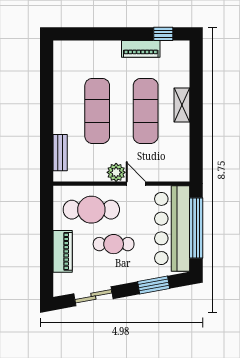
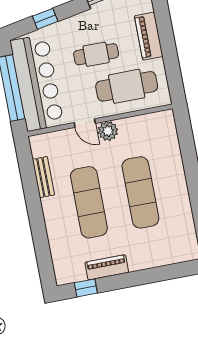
shelving: (182, 105) -> (52, 216), removed
bench: (60, 153) -> (43, 177), moved
window: (154, 285) -> (45, 19), width x0.67

